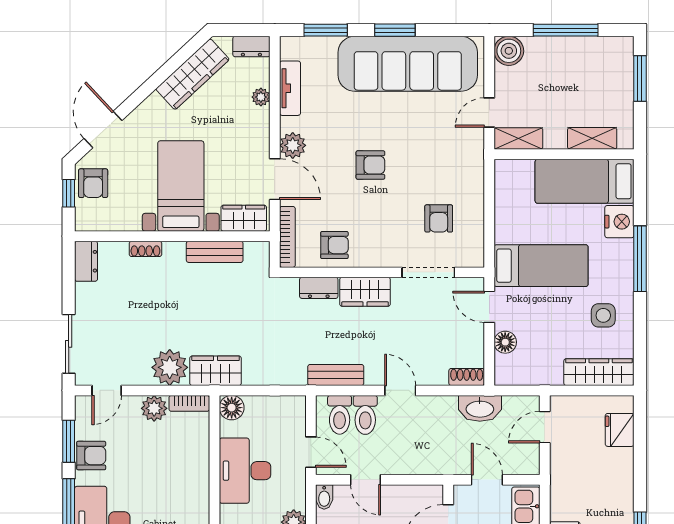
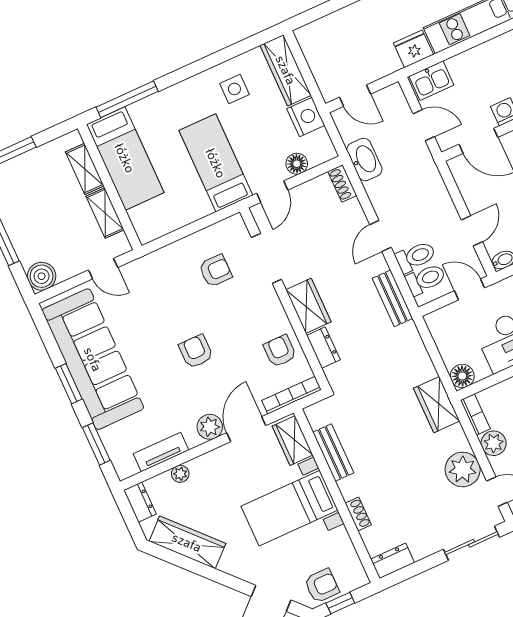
shelving: (518, 138) -> (105, 213), moved
nightstand: (619, 222) -> (306, 117), moved, turned 90
window: (640, 259) -> (127, 99), moved
plant: (170, 367) -> (463, 469), moved
fridge: (620, 430) -> (413, 49), moved, turned 180
door: (311, 452) -> (470, 289), hinge flipped
door: (487, 480) -> (424, 125), swing flipped

